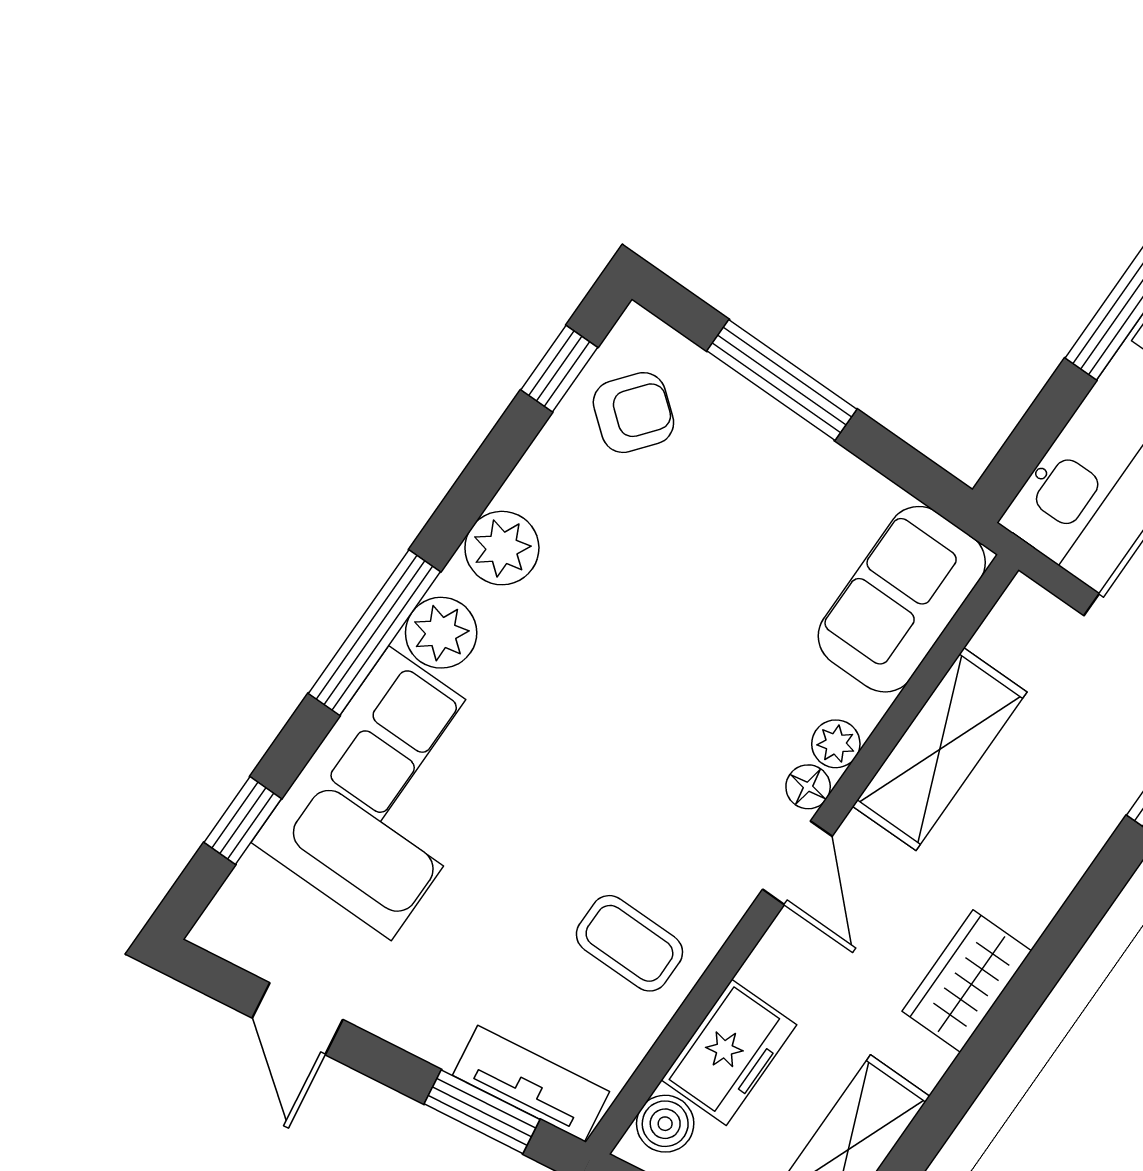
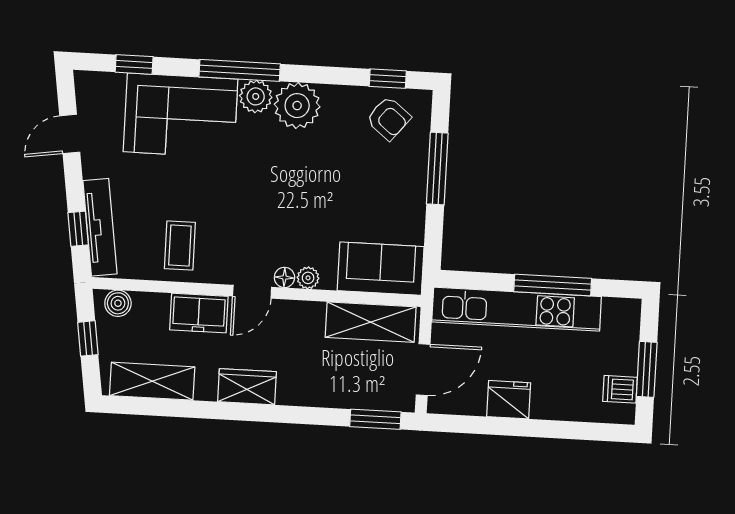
plant: (502, 548) -> (297, 106), width x1.36, depth x1.36
shelving: (940, 749) -> (371, 322), moved
freezer: (729, 1052) -> (199, 313), moved
tv unit: (531, 1083) -> (100, 227), width x1.41
window: (482, 1112) -> (78, 229), width x0.67

